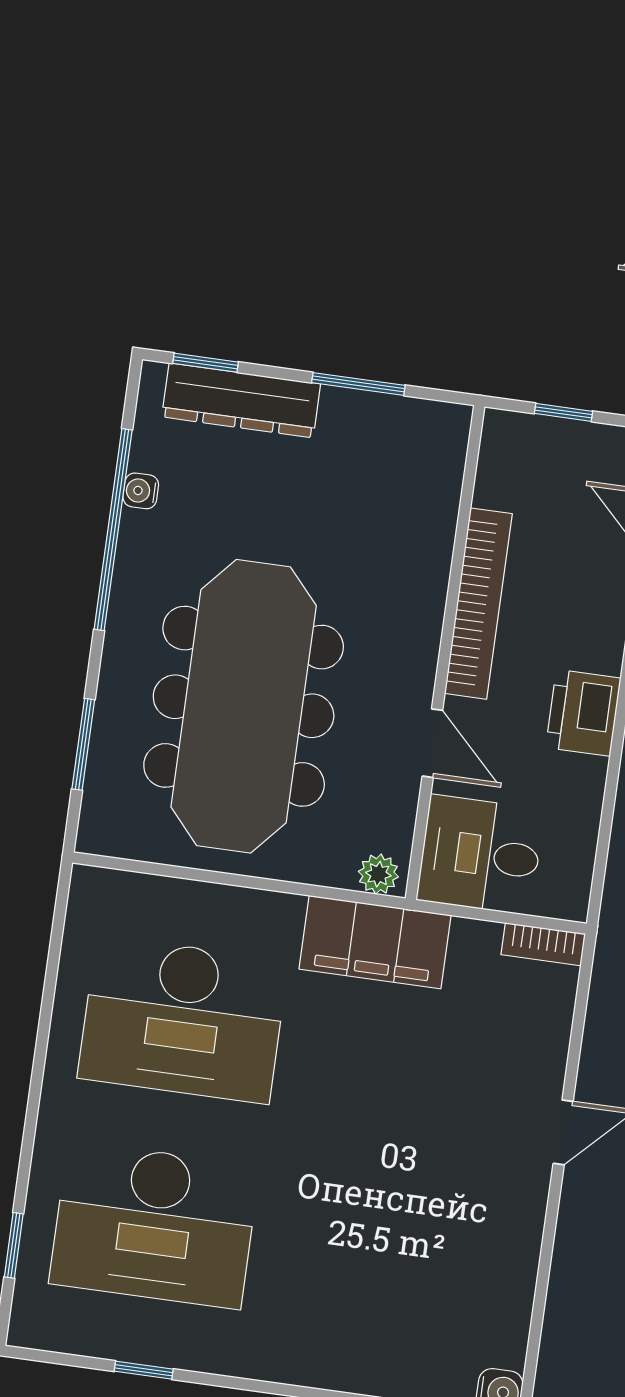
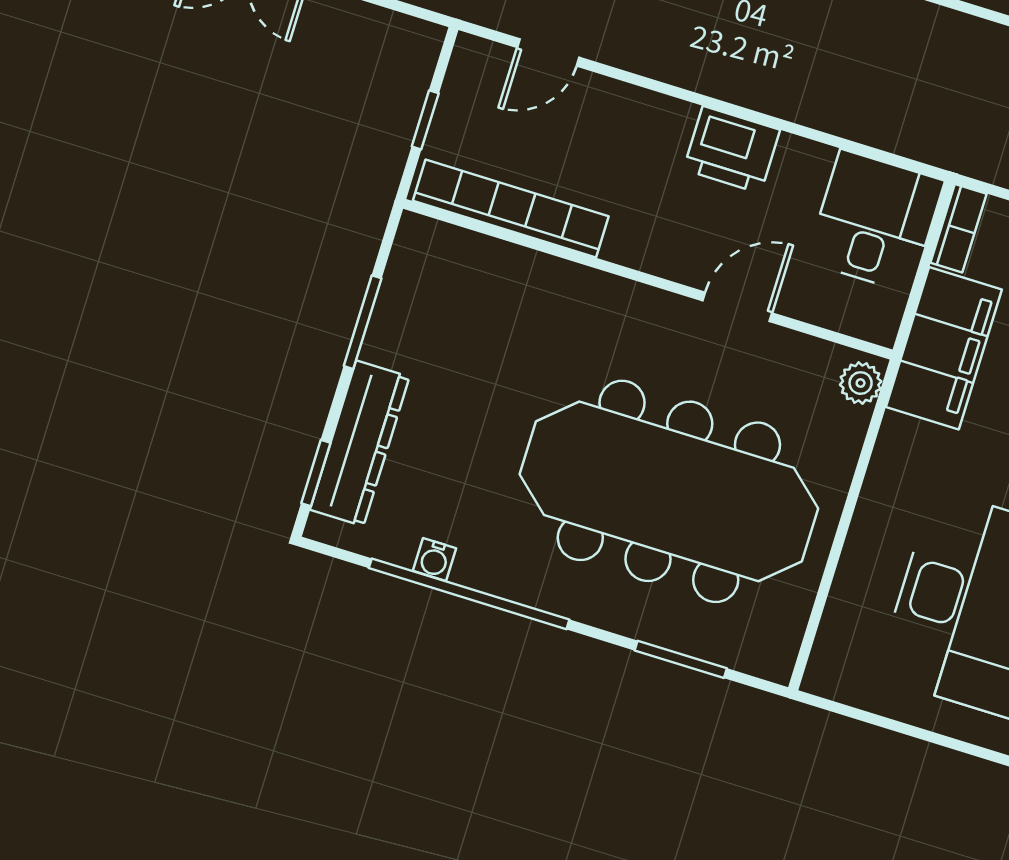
bookcase: (478, 604) -> (511, 209), moved
desk: (480, 855) -> (875, 221), moved, turned 180
filing cabinet: (375, 942) -> (944, 348), moved

